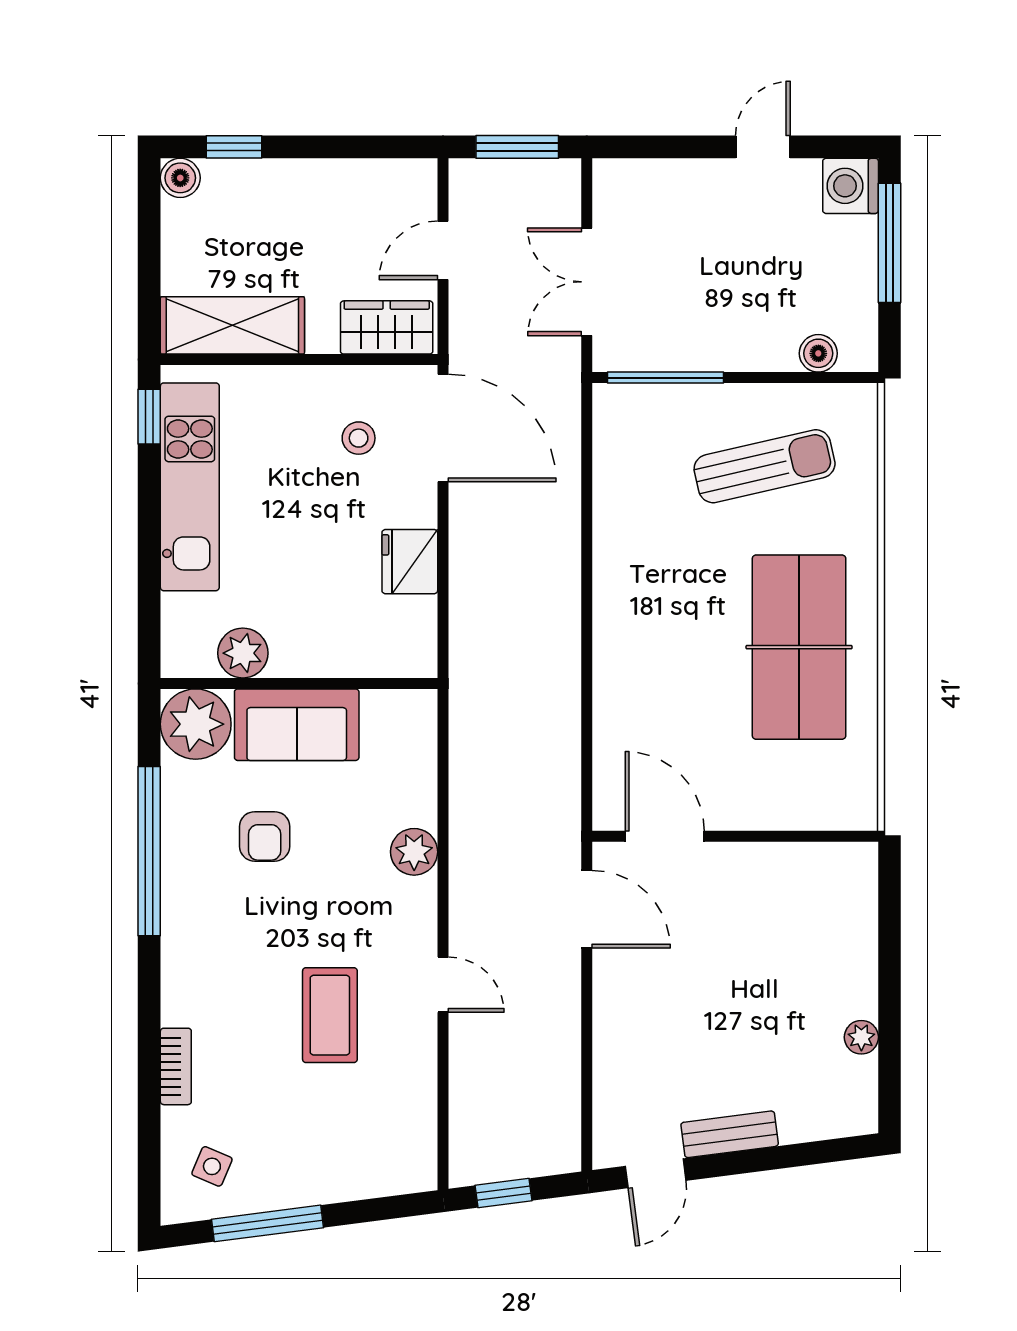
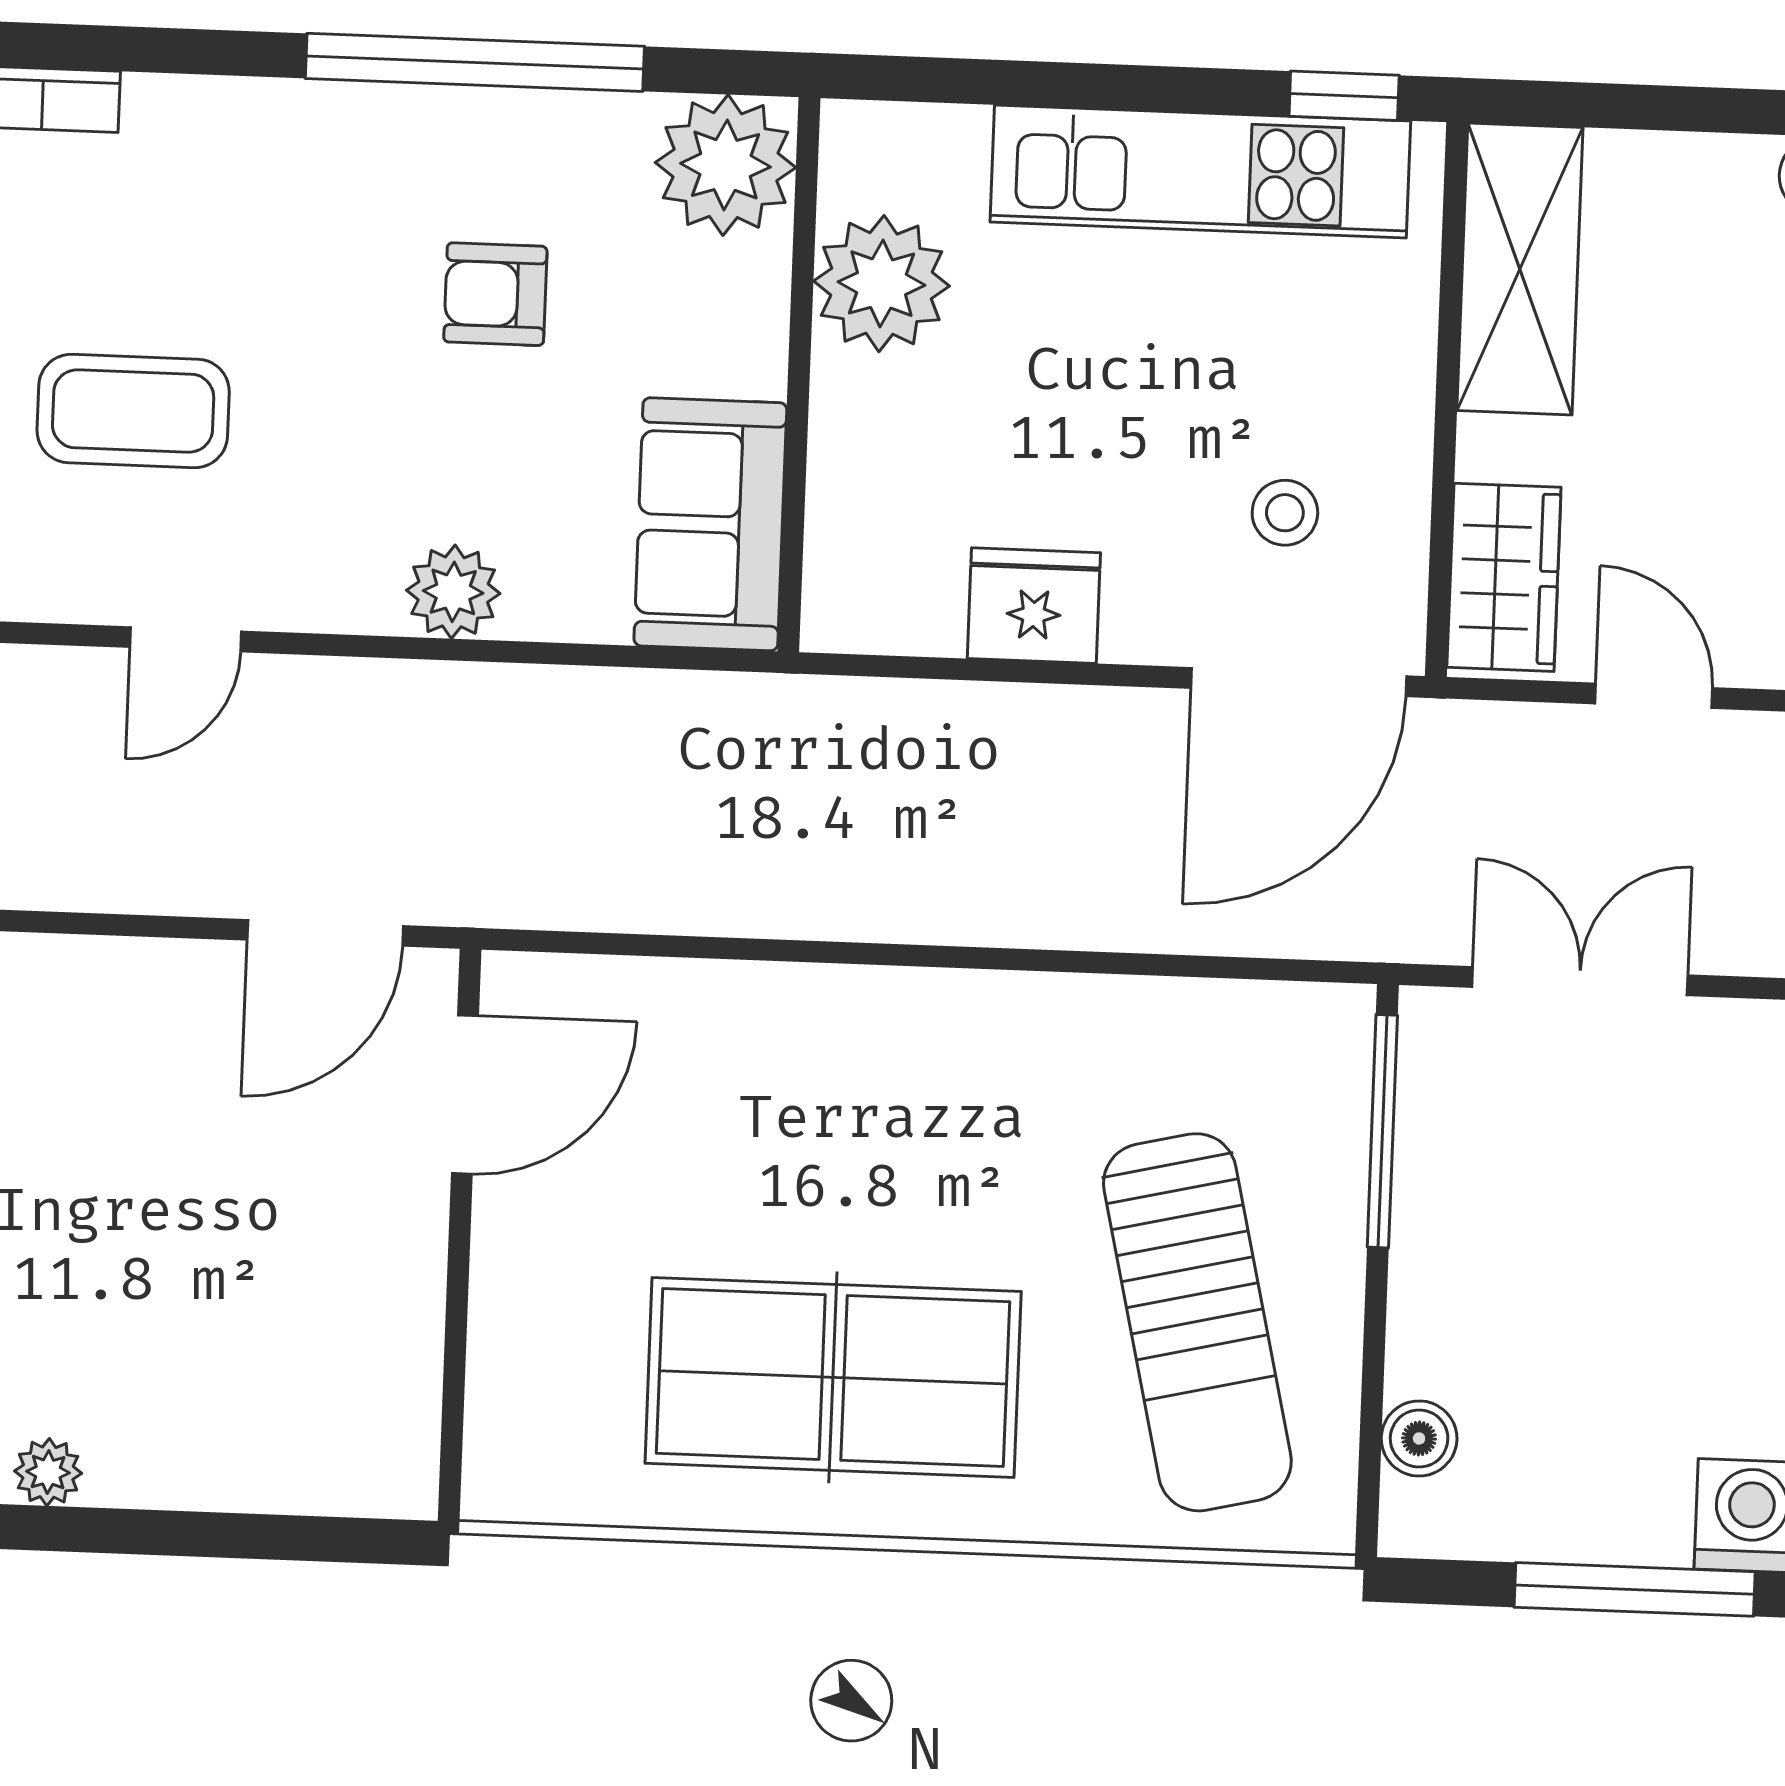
sun lounger: (765, 466) -> (1197, 1322), width x1.36, depth x1.34
plant: (243, 653) -> (881, 284), width x1.36, depth x1.36
sofa: (297, 725) -> (710, 524), moved

